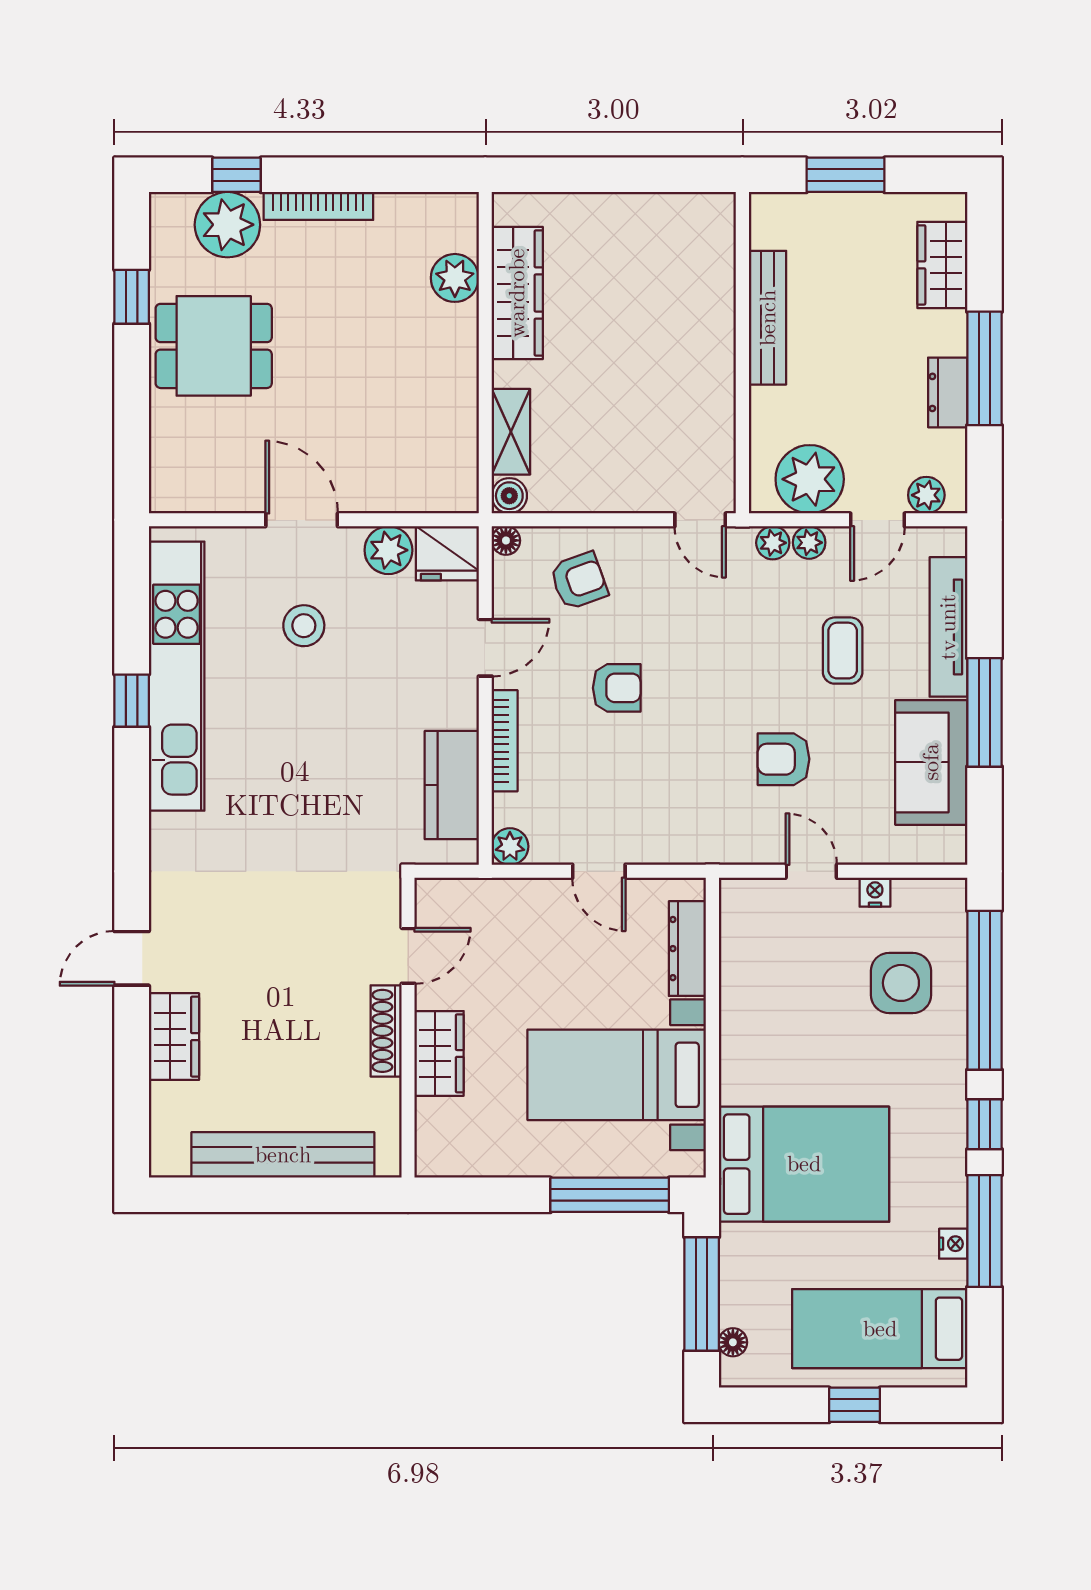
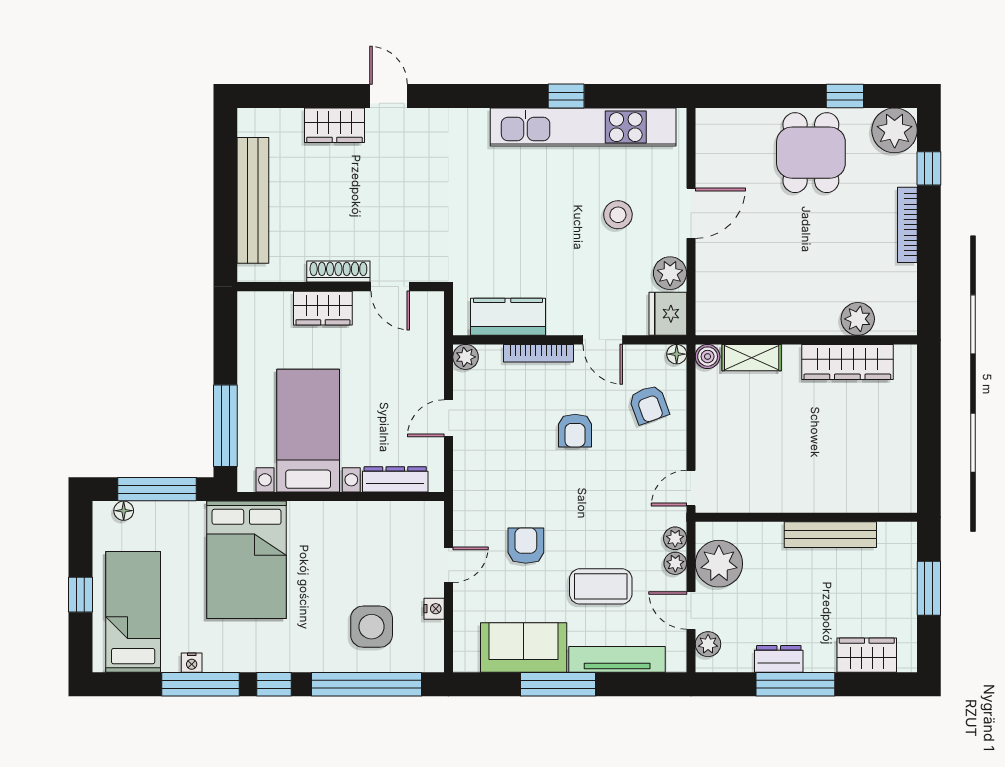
plant: (227, 225) -> (895, 130), moved
coffee table: (843, 651) -> (601, 586), width x1.36, depth x1.30

